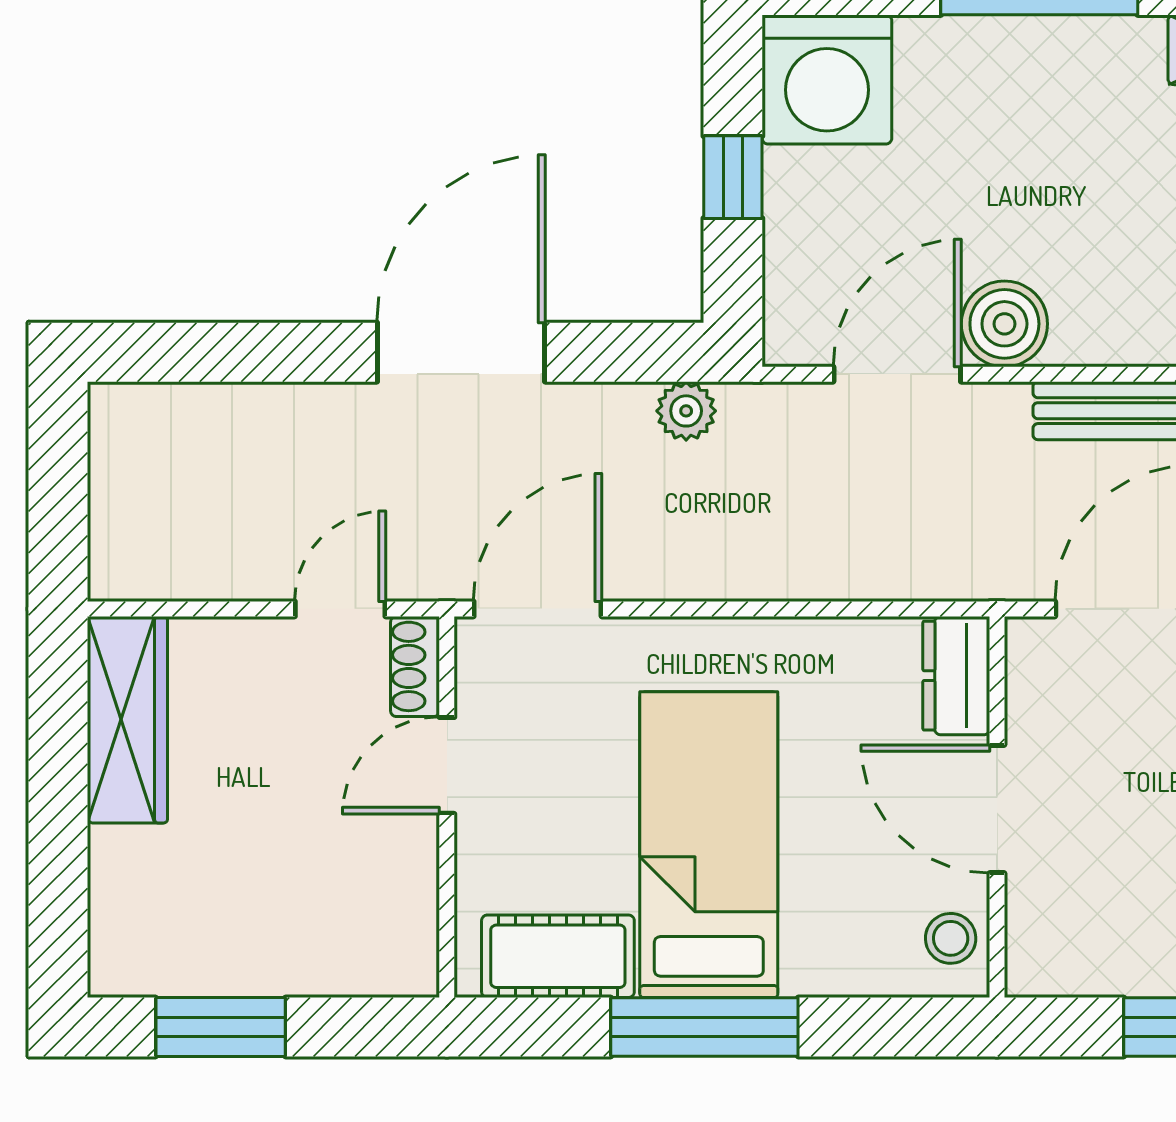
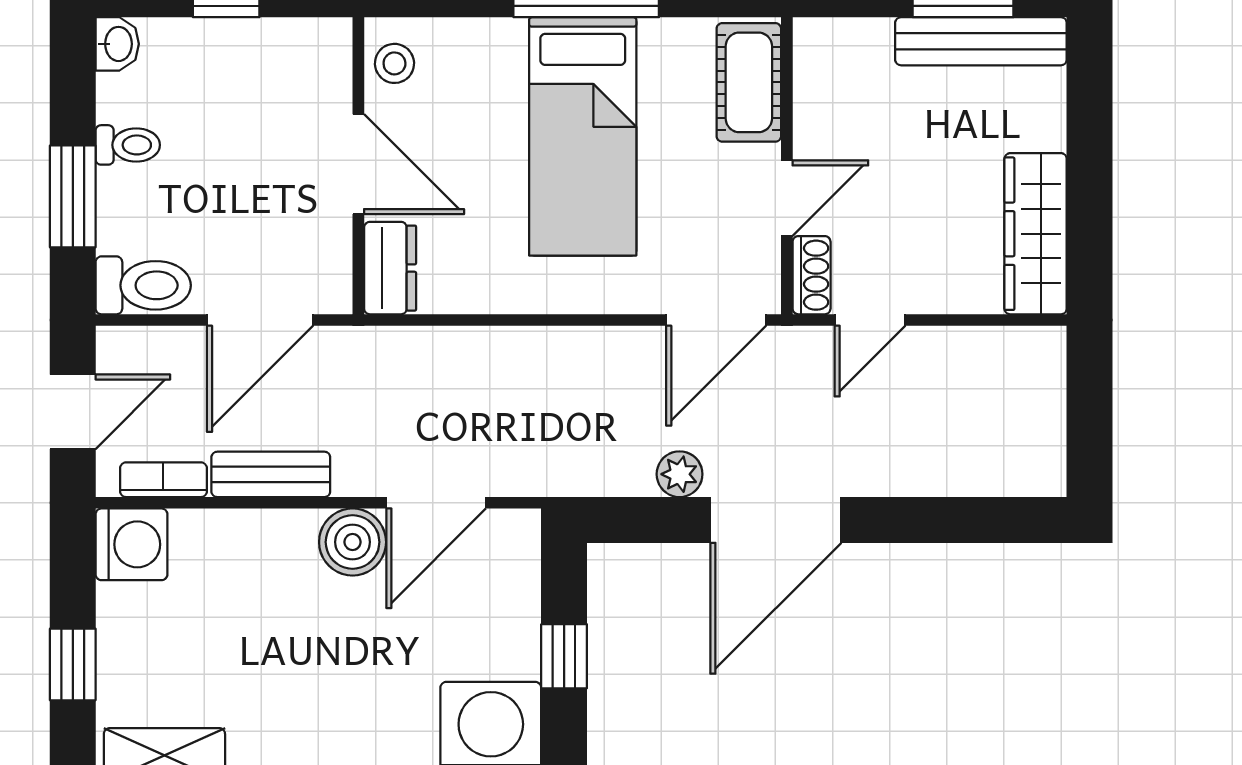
plant: (686, 411) -> (680, 474), moved
cot: (558, 956) -> (749, 82), moved, turned 90
bench: (198, 967) -> (981, 41), added

